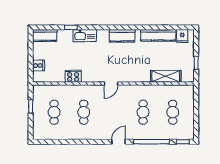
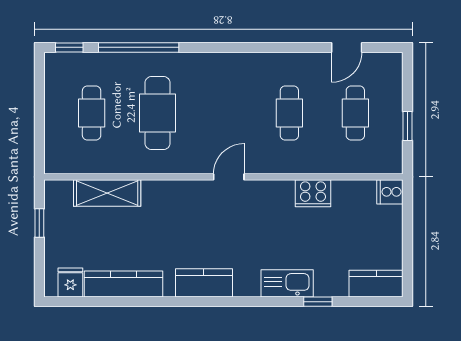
cooker: (39, 66) -> (390, 192), moved
cafe table: (143, 112) -> (158, 113), width x1.37, depth x1.35
door: (118, 142) -> (347, 47), moved

